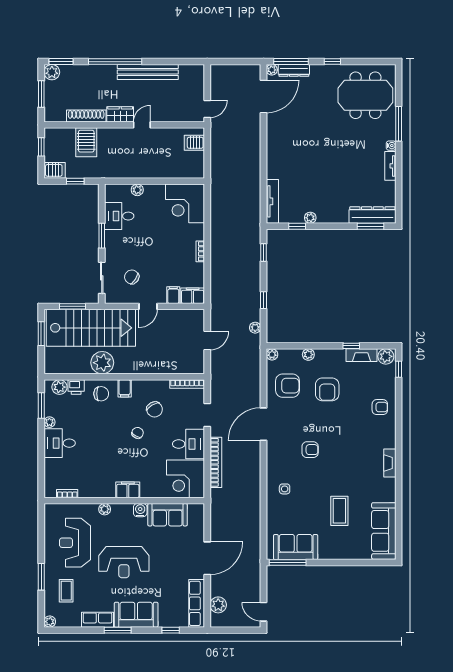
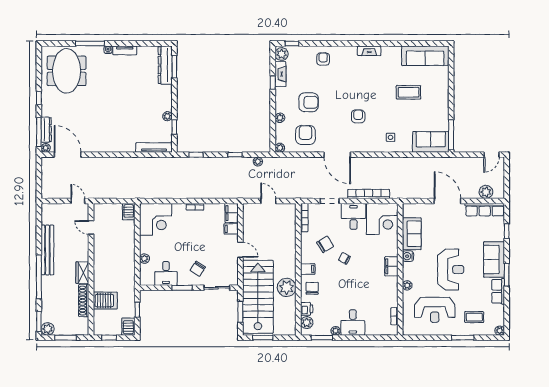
door: (142, 125) -> (91, 227), moved
server rack: (194, 143) -> (129, 212), moved
chair: (132, 277) -> (198, 269), moved
sofa: (296, 547) -> (431, 142), moved, turned 90

